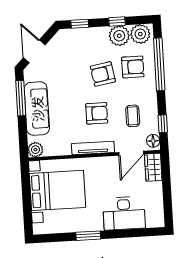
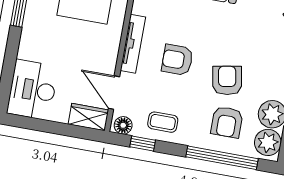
armchair: (97, 113) -> (177, 60), turned 90
coffee table: (133, 116) -> (163, 122), moved
desk: (124, 213) -> (33, 90), moved

